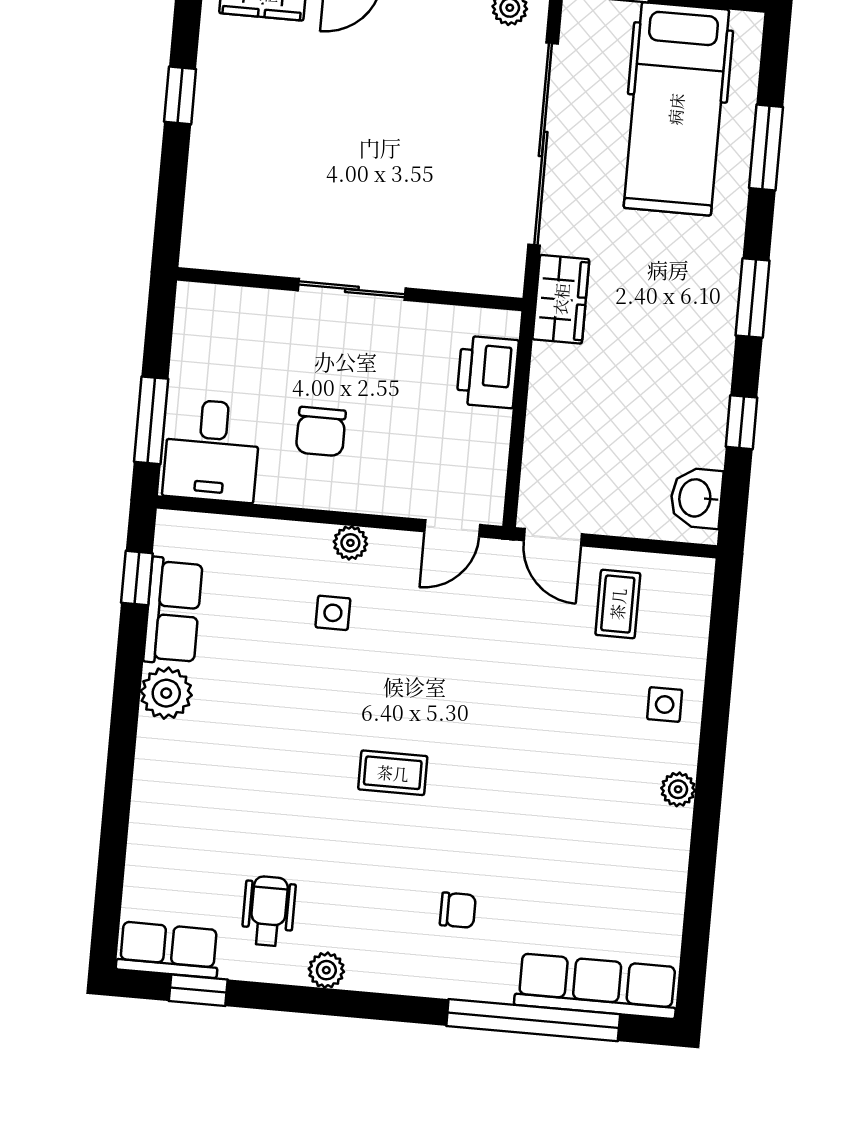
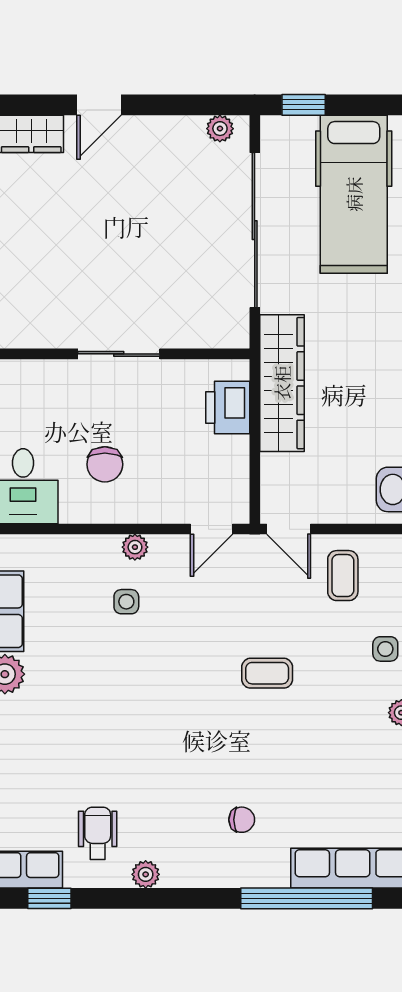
wardrobe: (561, 299) -> (282, 383), width x2.10, depth x1.17
coffee table: (393, 773) -> (267, 673), moved

